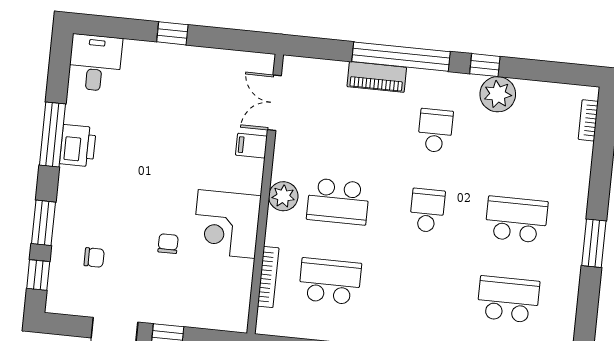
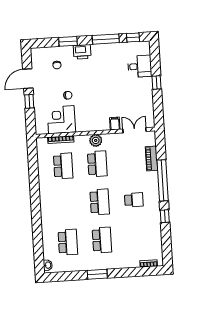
desk: (95, 63) -> (140, 66), moved
piano: (377, 77) -> (152, 159), moved
plant: (498, 94) -> (153, 224), removed
printer: (78, 146) -> (82, 52), moved
school desk: (338, 201) -> (97, 164), turned 180
school desk: (427, 210) -> (100, 202), width x1.85
corner desk: (227, 224) -> (61, 120), moved
window: (38, 275) -> (133, 37), moved

